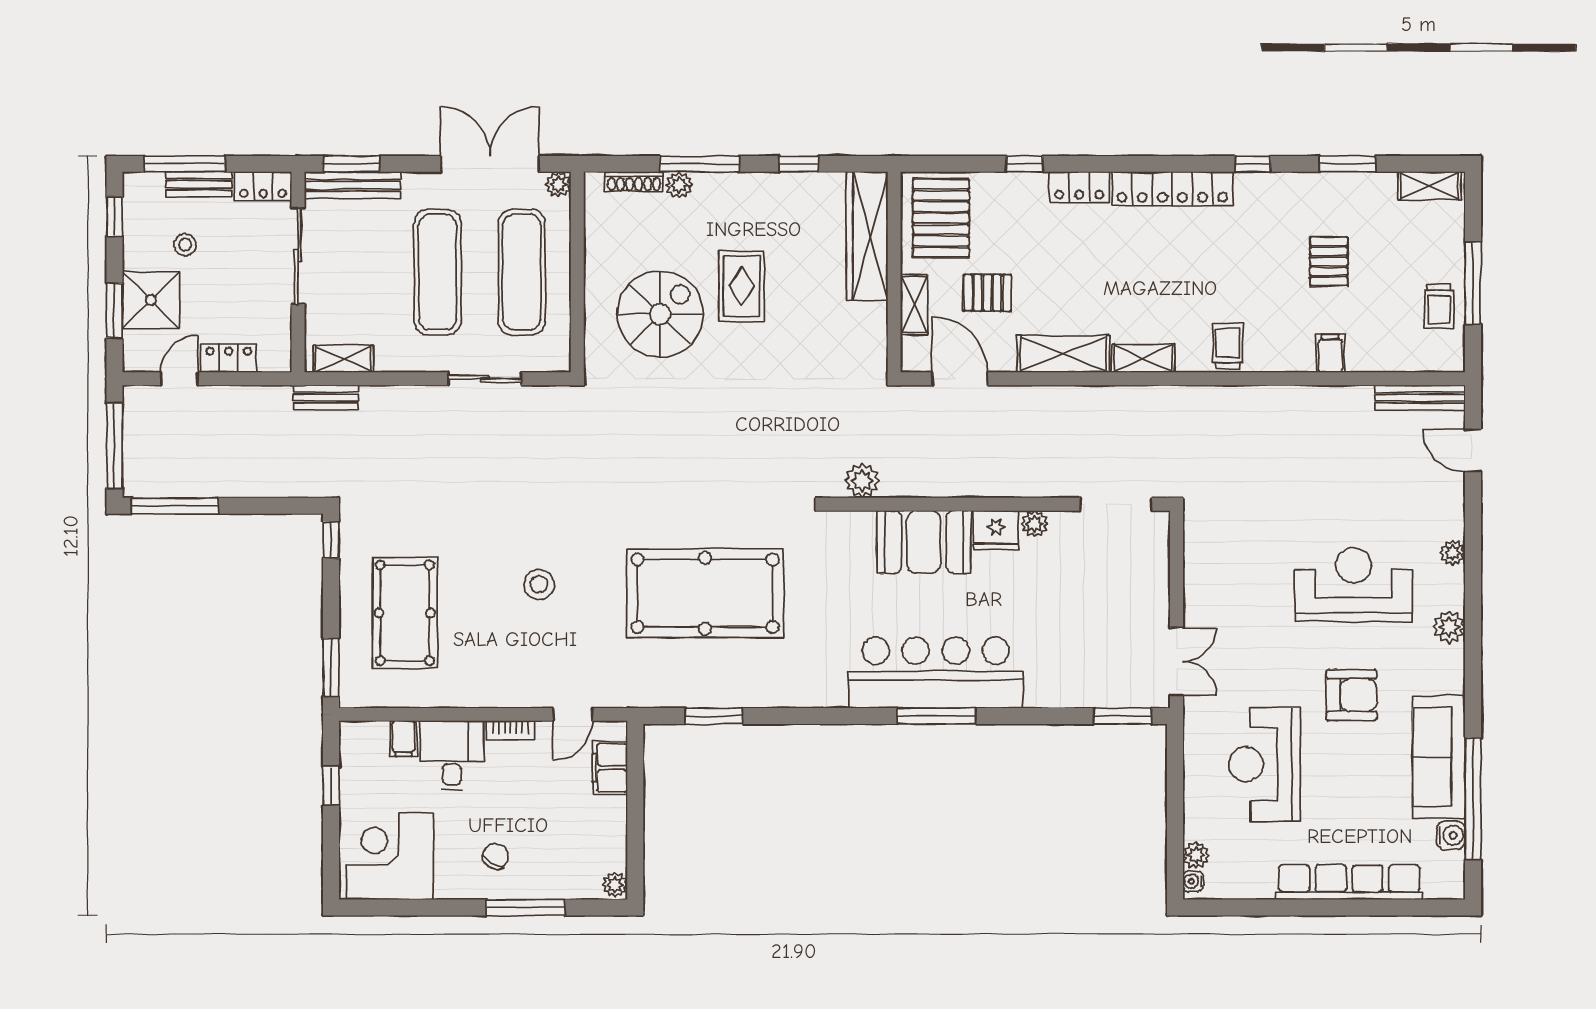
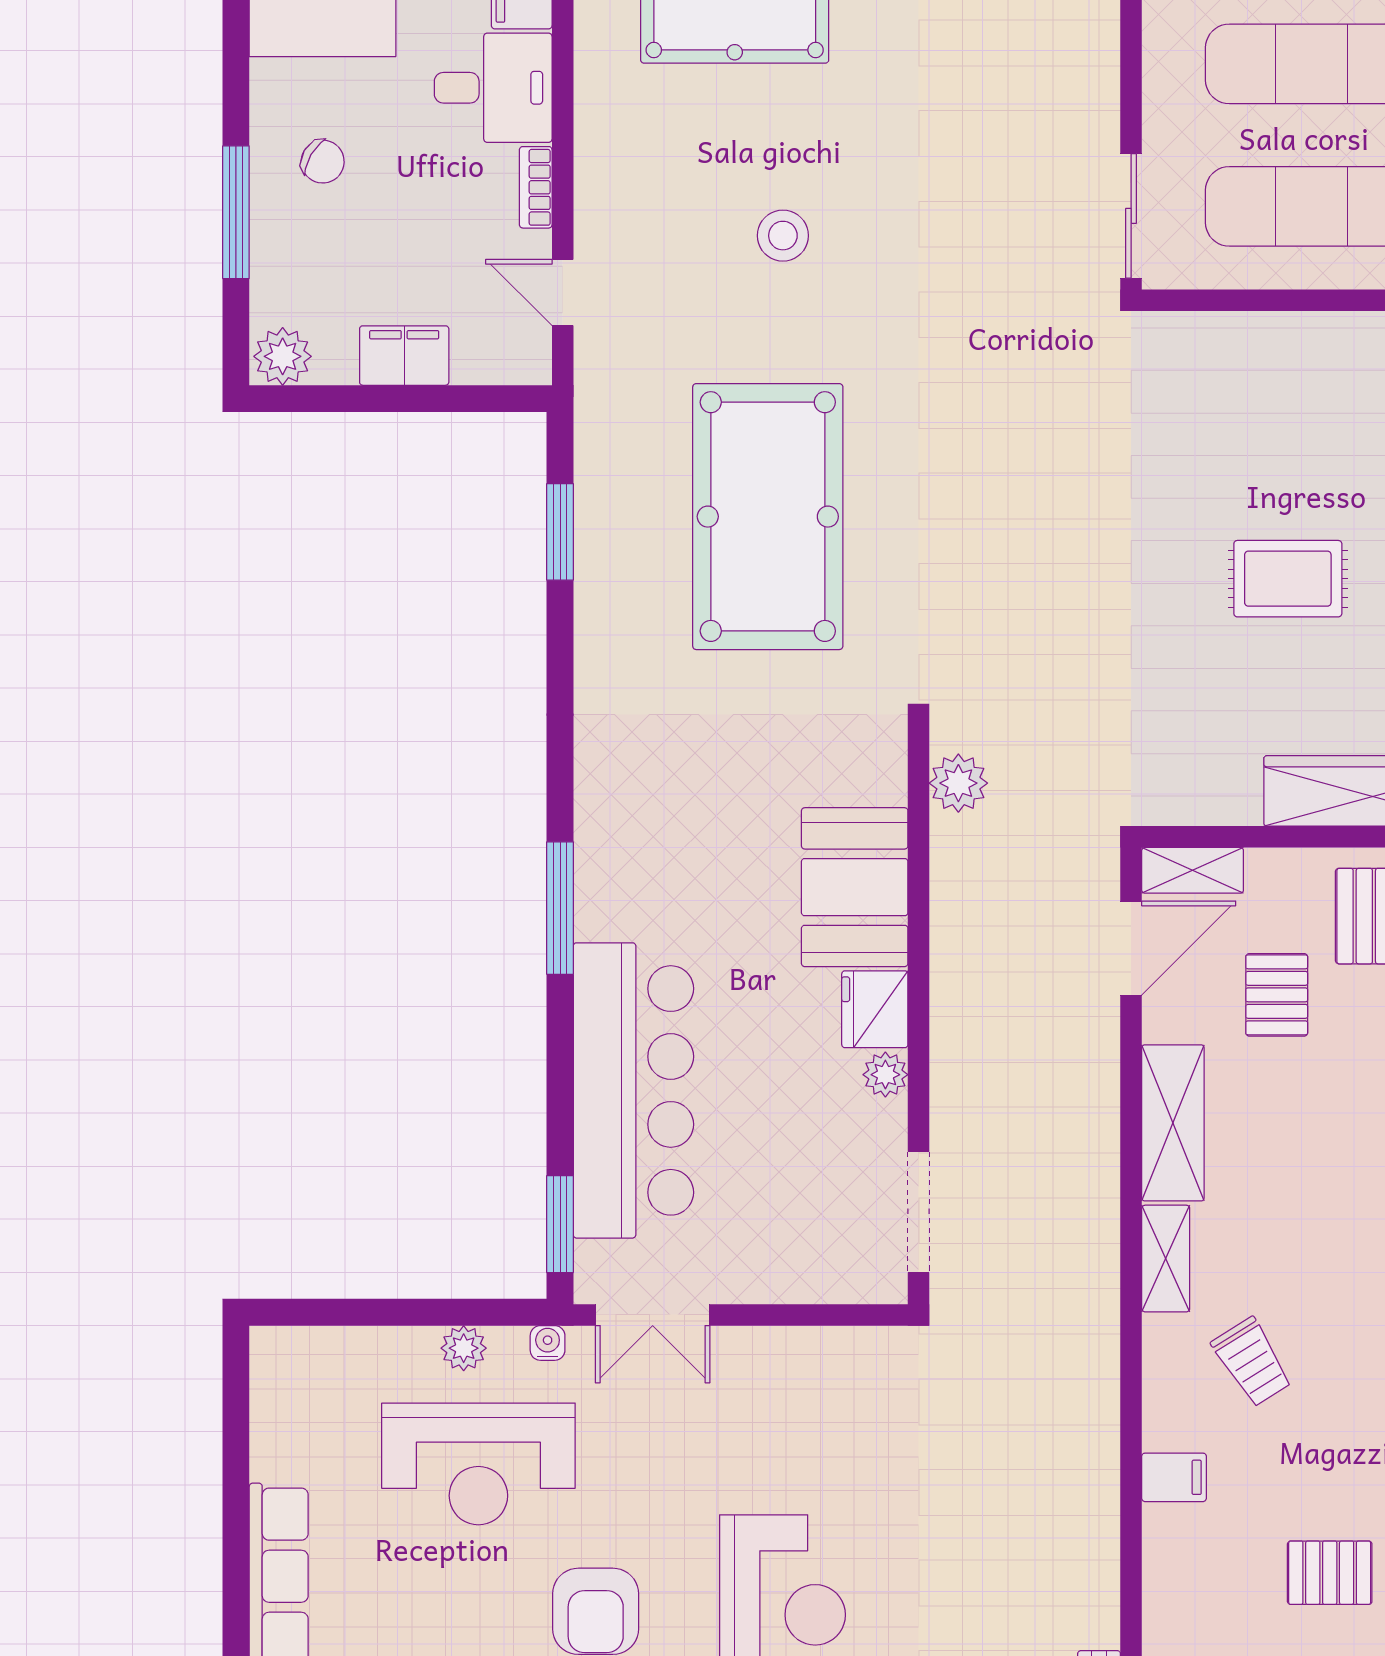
shelving: (914, 305) -> (1193, 870), moved
spiral stairs: (660, 314) -> (1240, 441), removed
trolley: (1228, 346) -> (1252, 1362), moved, turned 58
filing cabinet: (1330, 353) -> (1174, 1477), moved
sliding door: (485, 379) -> (1131, 216), moved
bar counter: (936, 673) -> (633, 1090), moved
reception desk: (1265, 764) -> (478, 1464), turned 180
filing cabinet: (610, 768) -> (404, 356), moved
plant: (1196, 855) -> (464, 1348), moved
water cooler: (1193, 881) -> (548, 1343), moved
plant: (615, 885) -> (283, 356), width x1.38, depth x1.38

